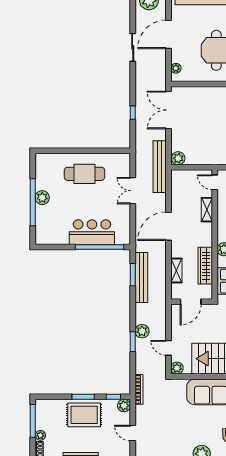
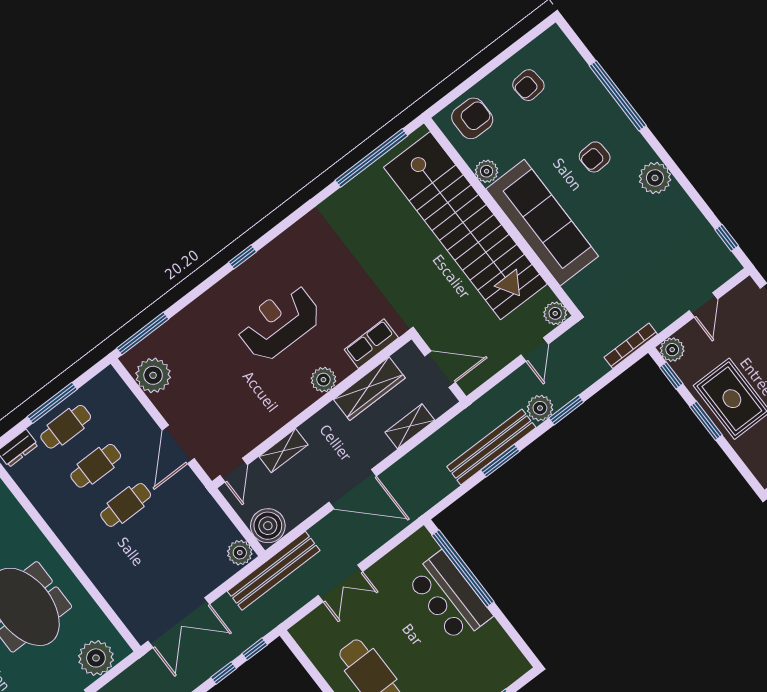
plant: (176, 68) -> (96, 658), width x1.88, depth x1.88
window: (133, 133) -> (255, 649), added
boiler: (180, 179) -> (268, 526), added
window: (133, 275) -> (500, 461), moved
bench: (141, 277) -> (491, 447), moved

